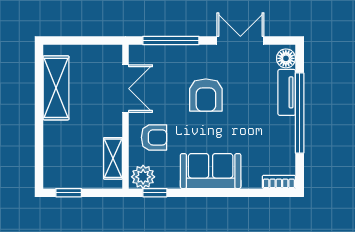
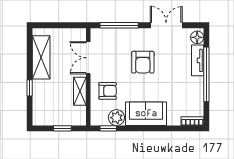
double door: (126, 89) -> (88, 58), swing flipped
window: (39, 133) -> (30, 88), added
shelving: (113, 158) -> (80, 91), moved
plant: (143, 177) -> (116, 118), moved
window: (69, 193) -> (62, 128), moved

